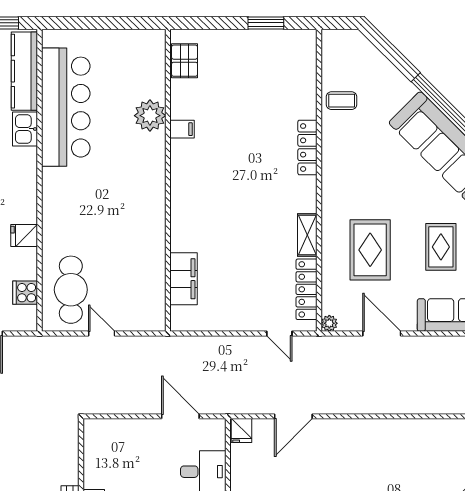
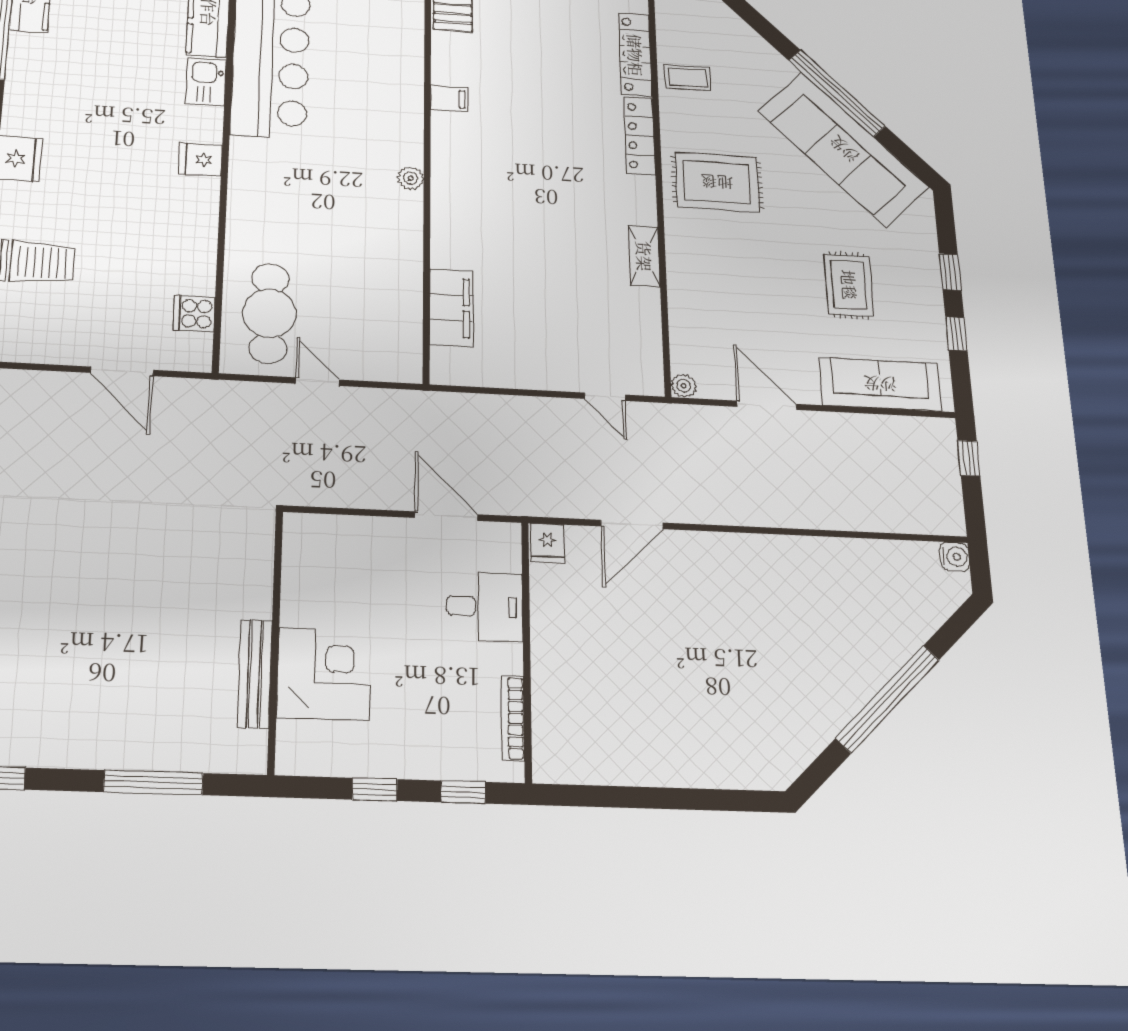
plant: (150, 116) -> (411, 178), moved, width x0.53, depth x0.53
fridge: (24, 235) -> (201, 159), moved
rug: (370, 250) -> (717, 182), moved, turned 90
locker: (307, 289) -> (635, 55), moved

